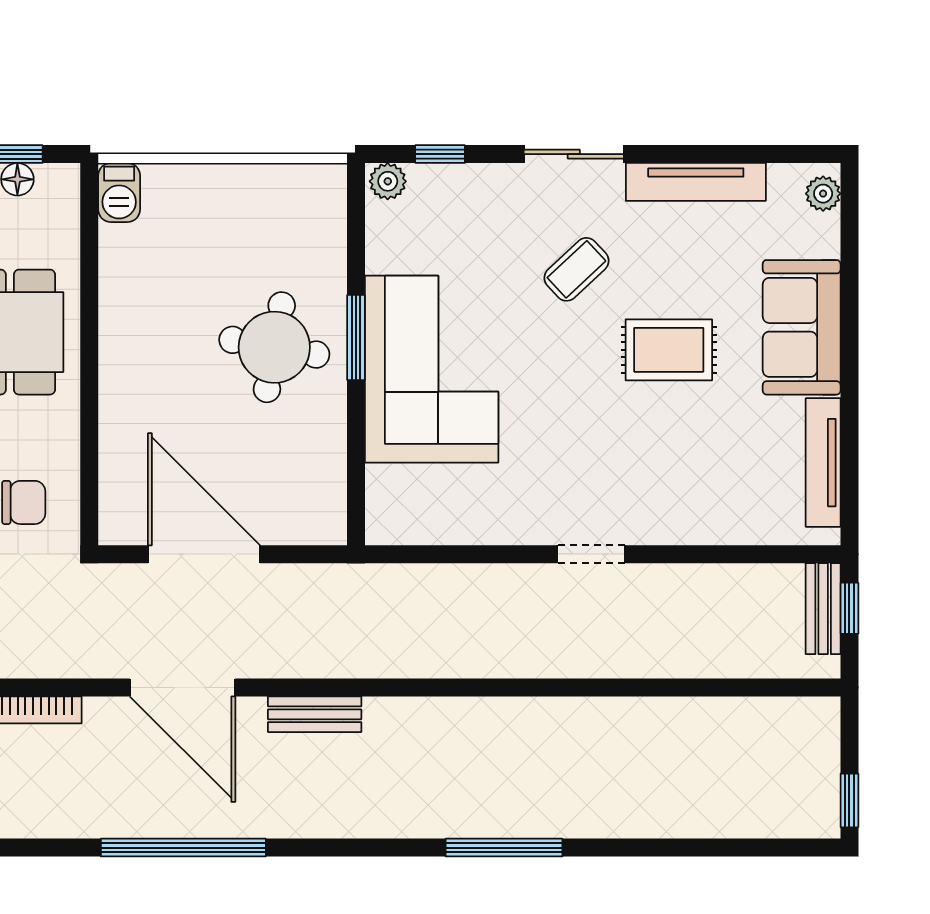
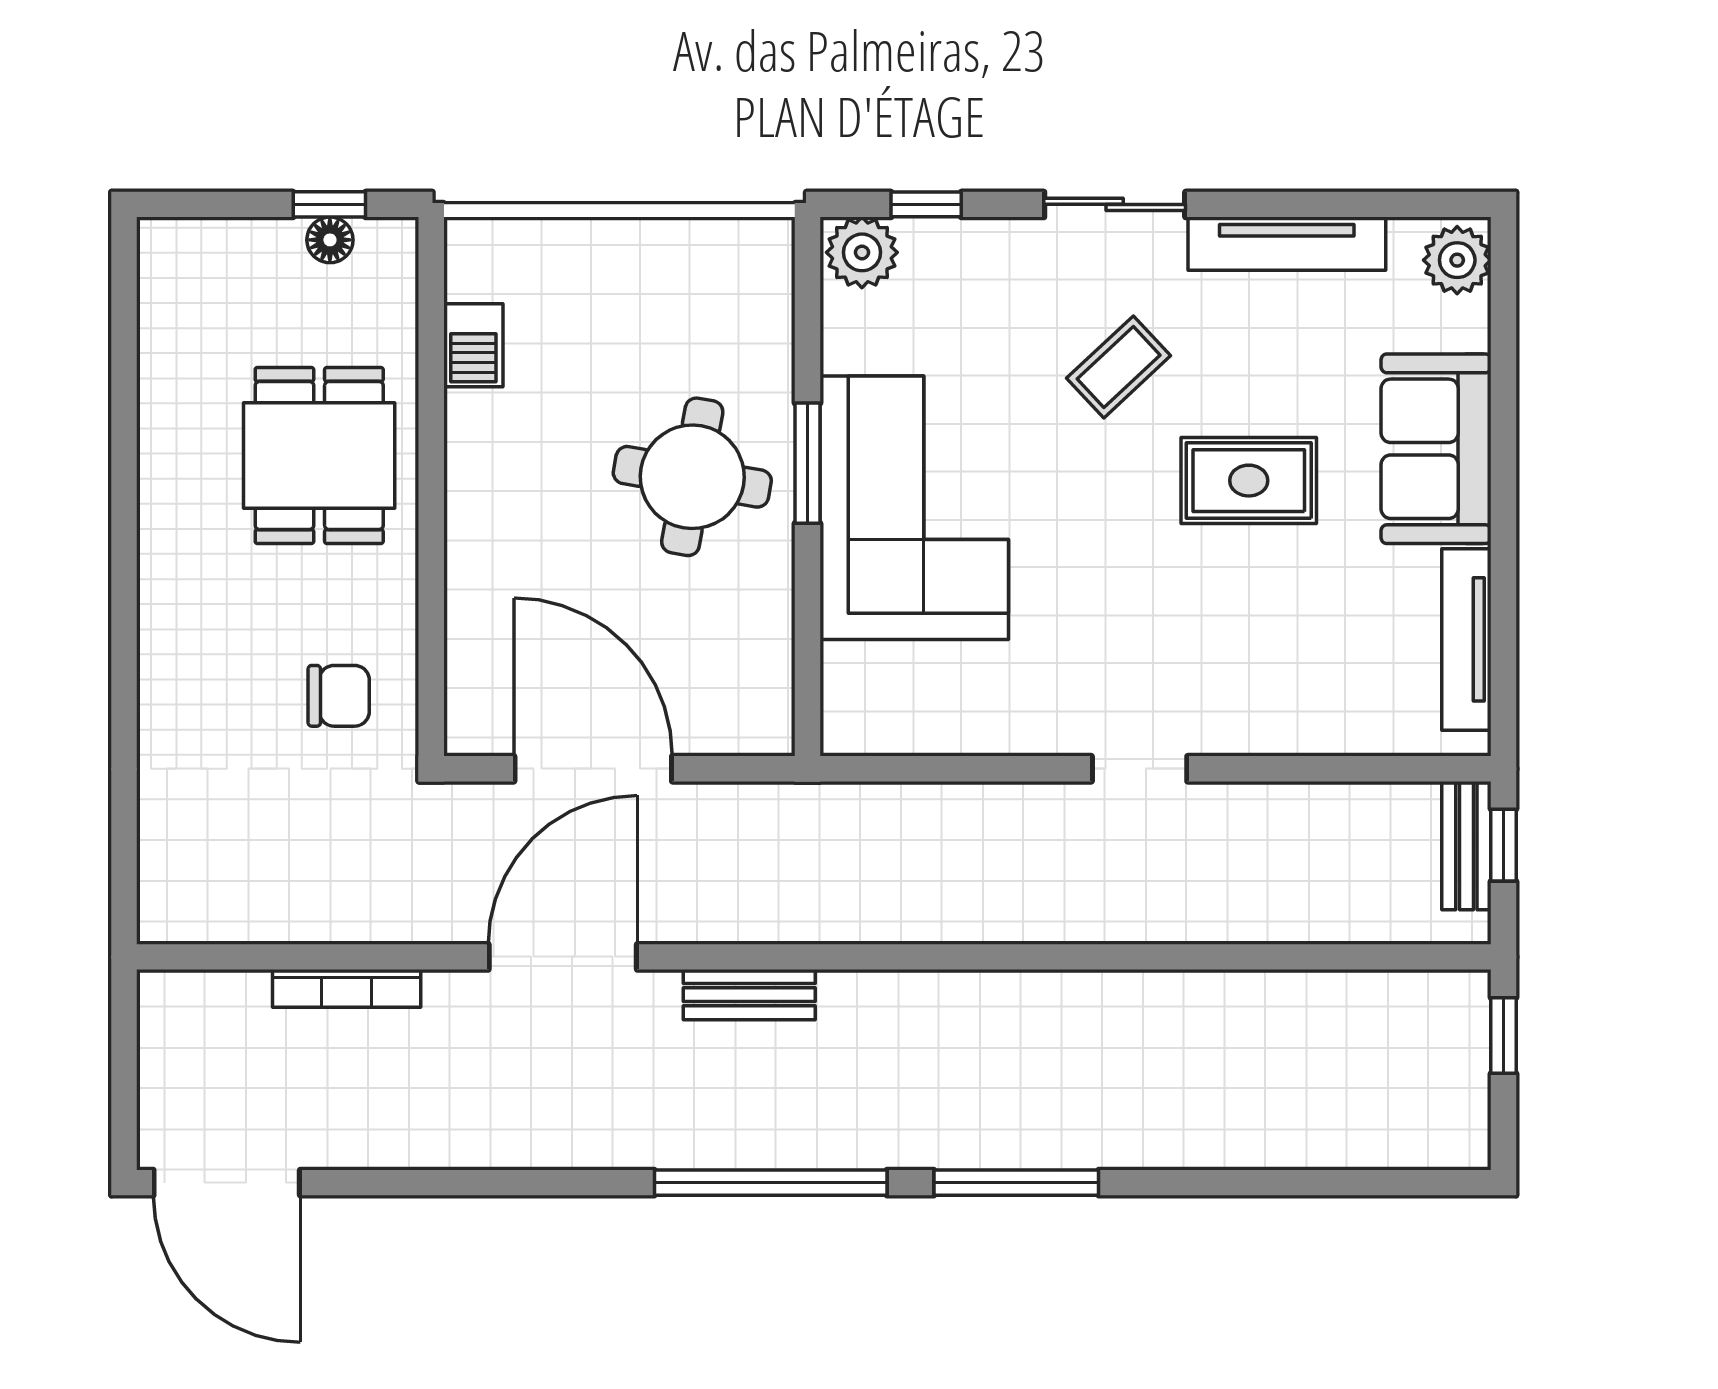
plant: (388, 181) -> (862, 252), width x1.38, depth x1.38
barbecue: (119, 193) -> (473, 345), moved
plant: (823, 194) -> (1457, 260), width x1.38, depth x1.38
door: (183, 688) -> (563, 957), swing flipped
window: (849, 800) -> (1504, 1036), moved
window: (183, 848) -> (771, 1183), moved

